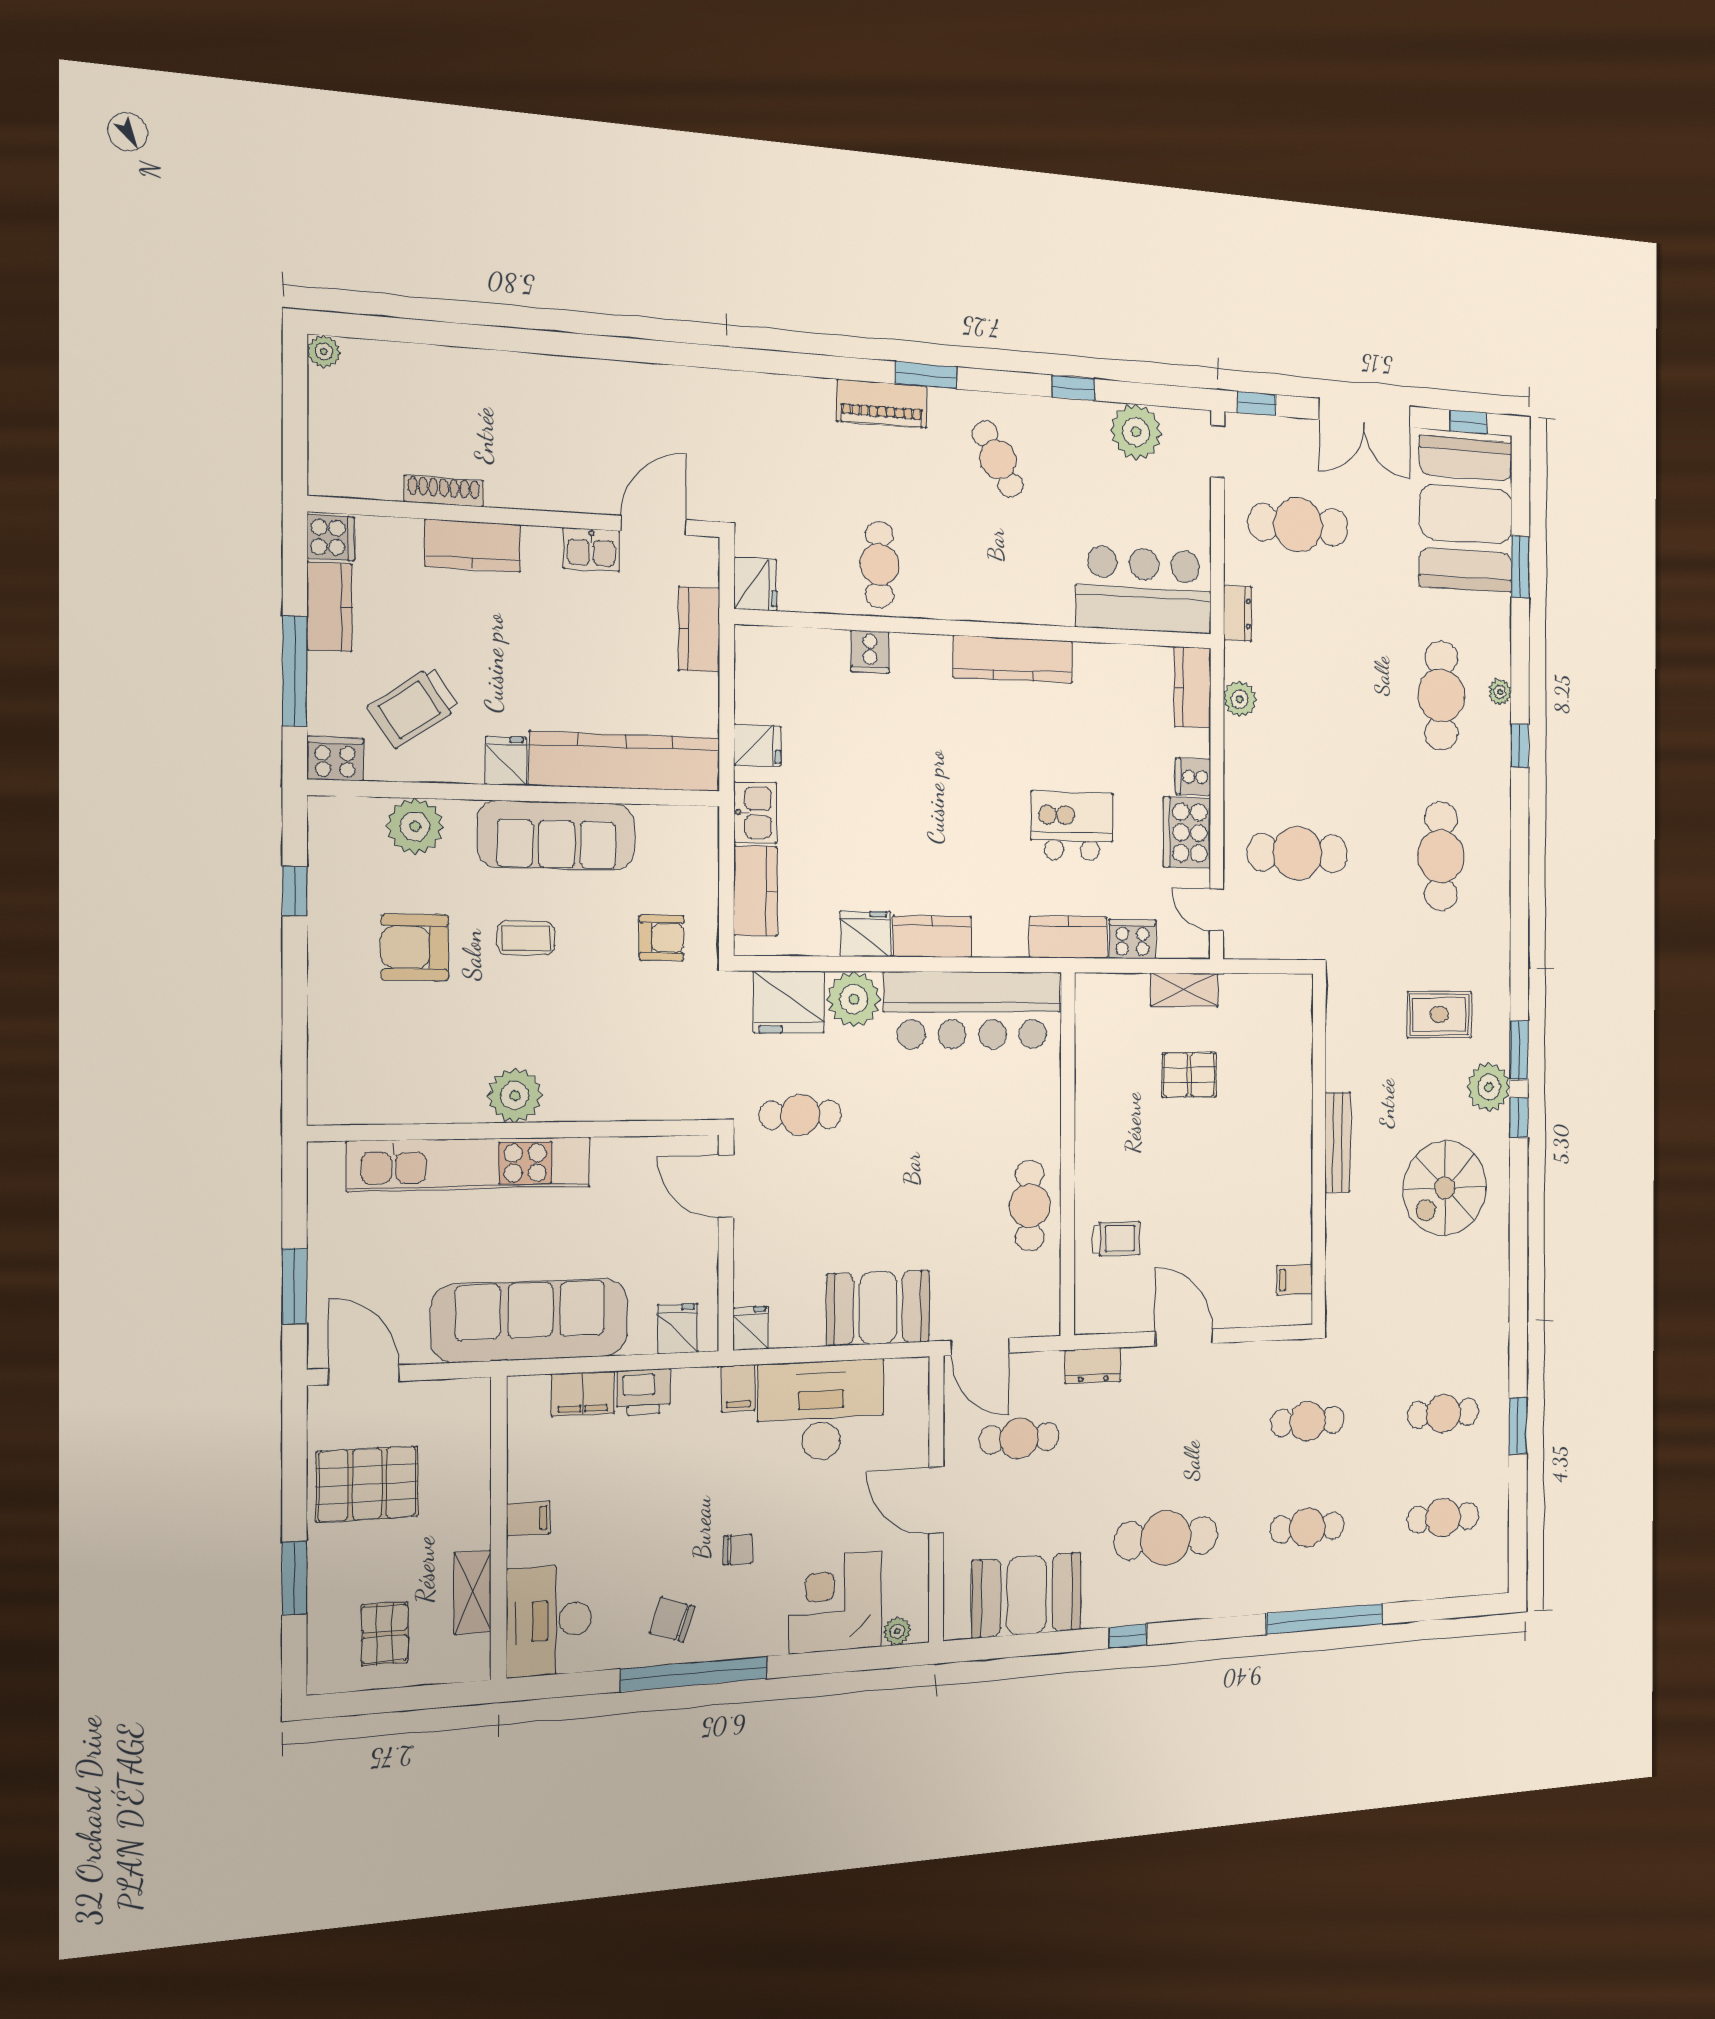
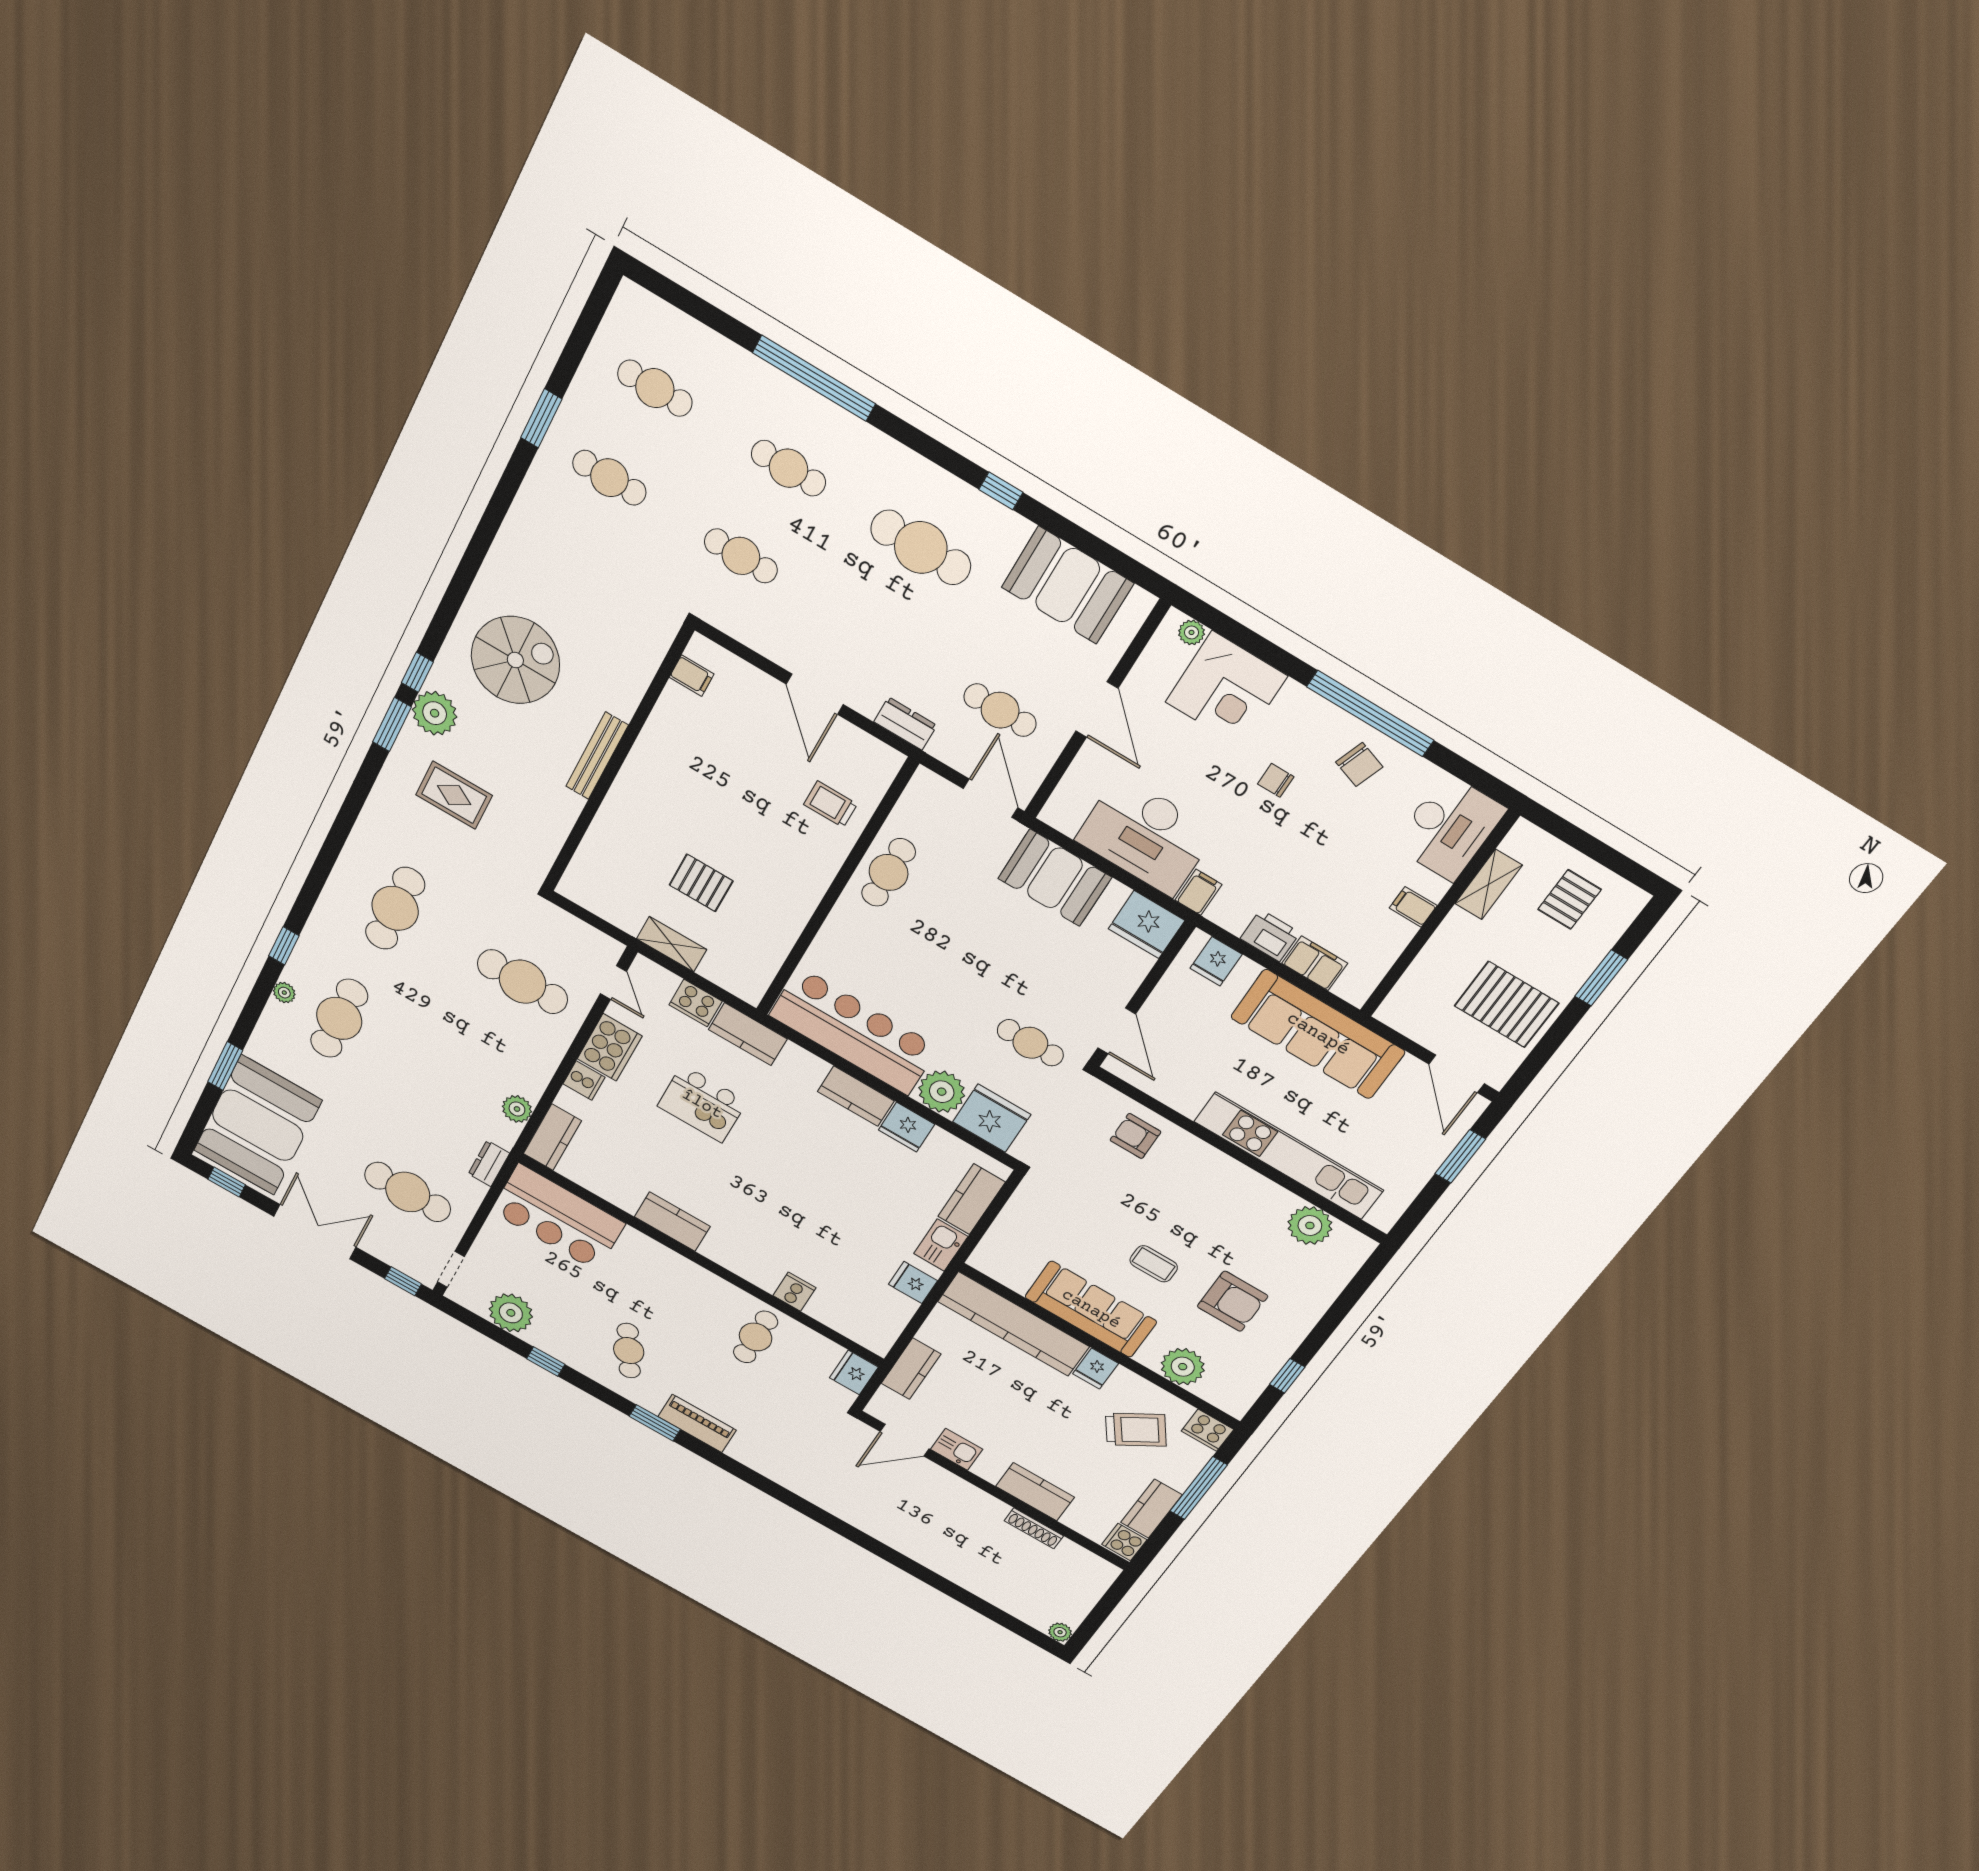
kitchen counter: (1013, 659) -> (672, 1222), width x0.67
armchair: (662, 938) -> (1135, 1136), moved
plant: (515, 1095) -> (1310, 1226), moved
fridge: (751, 1328) -> (1146, 925), width x1.88, depth x1.34

